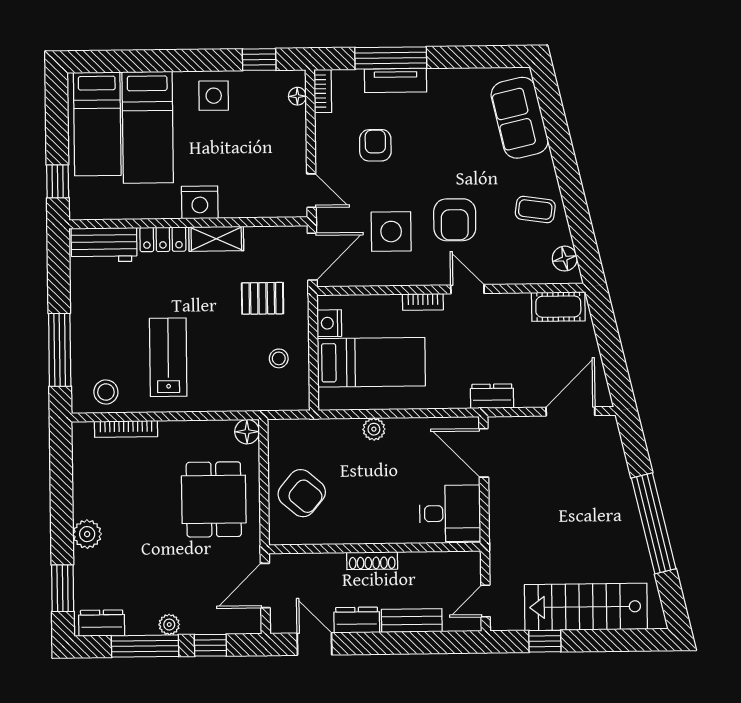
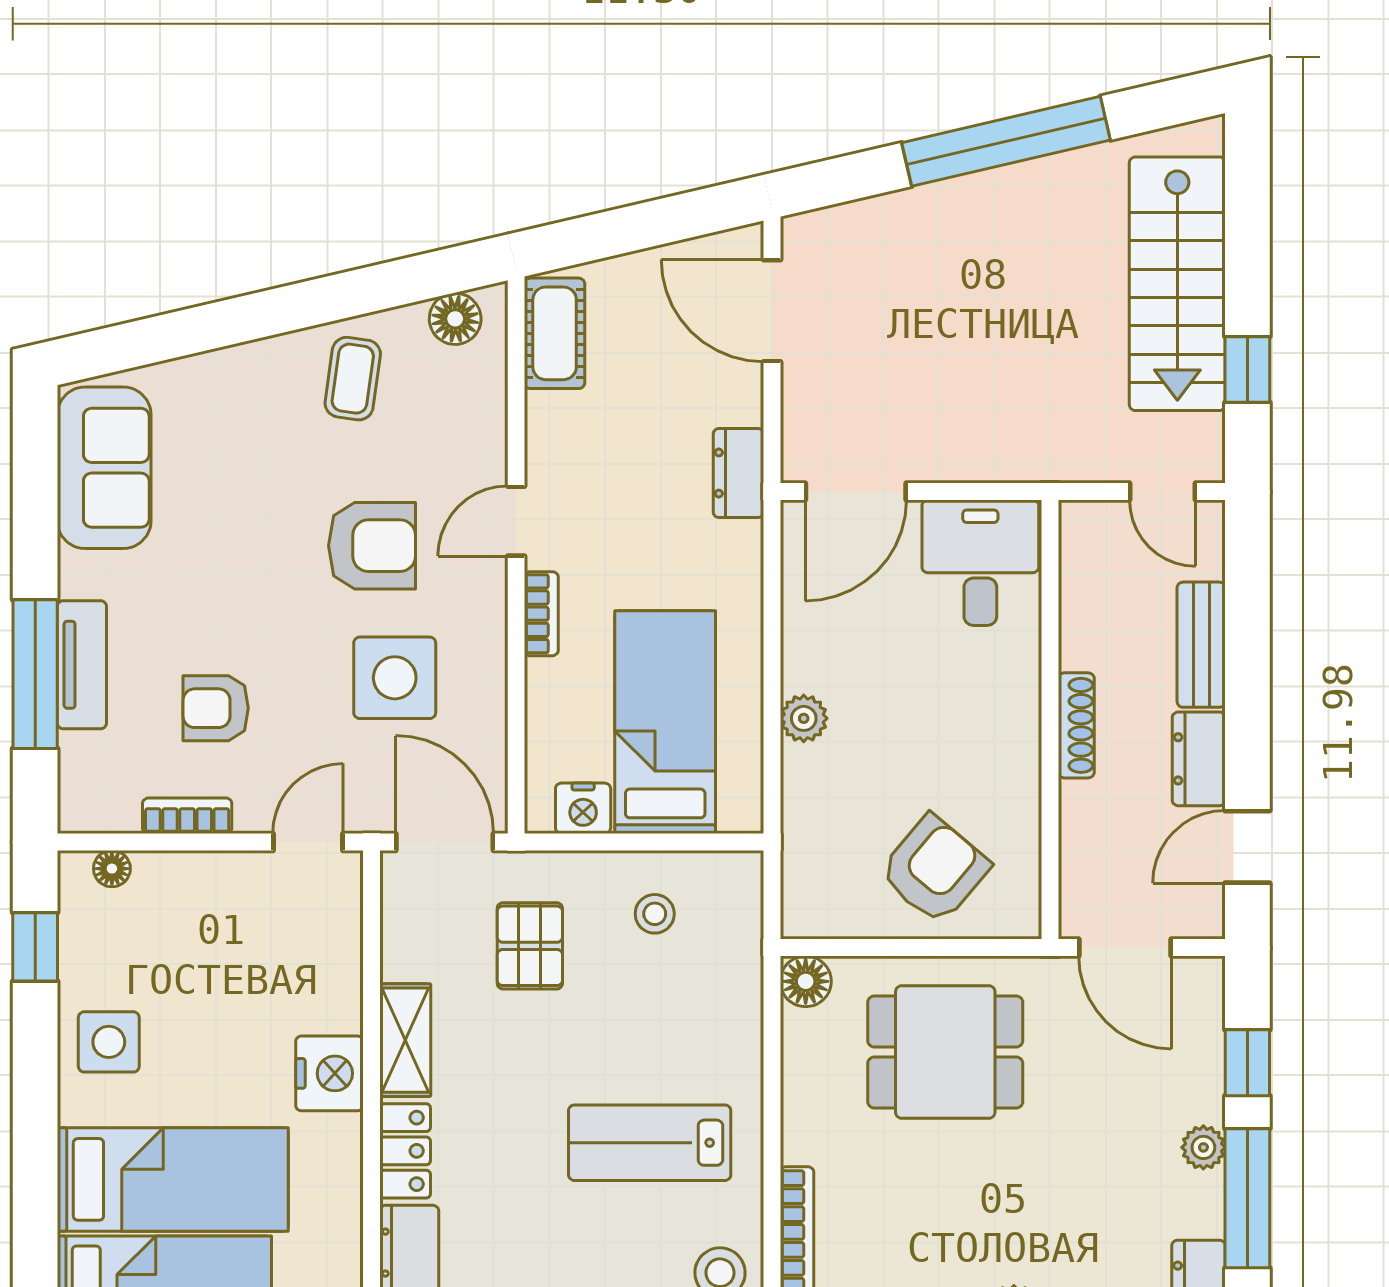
bookcase: (323, 91) -> (187, 816), moved
sofa: (520, 118) -> (104, 468), moved, turned -77

